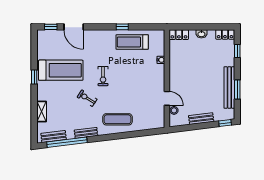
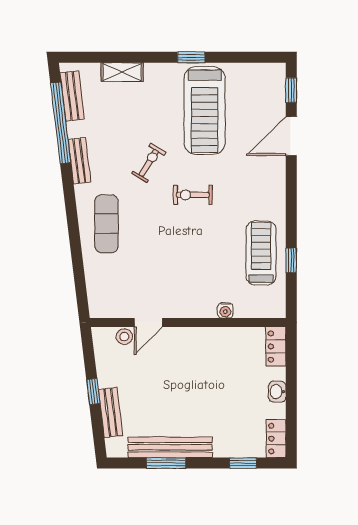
window: (122, 27) -> (291, 260), moved
bench: (201, 119) -> (111, 412), moved
window: (225, 123) -> (93, 392), moved

